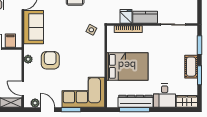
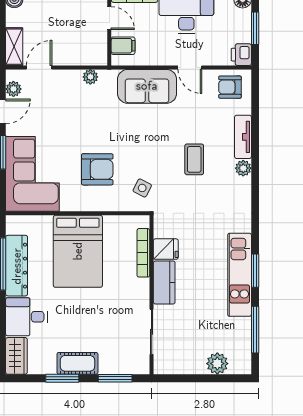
armchair: (50, 60) -> (97, 169), moved

